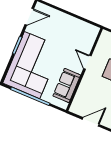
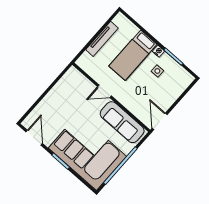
sofa: (67, 85) -> (122, 122), width x1.36
door: (91, 122) -> (160, 121), moved

